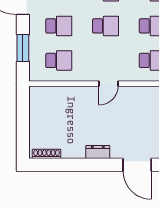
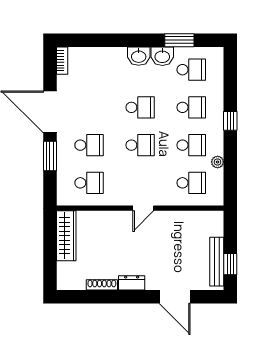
window: (23, 48) -> (50, 156), moved
wardrobe: (38, 109) -> (66, 236), added
shoe rack: (47, 154) -> (102, 285), moved

